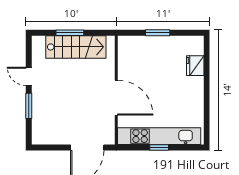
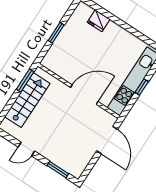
window: (70, 33) -> (25, 80), moved
window: (29, 106) -> (58, 170), moved

